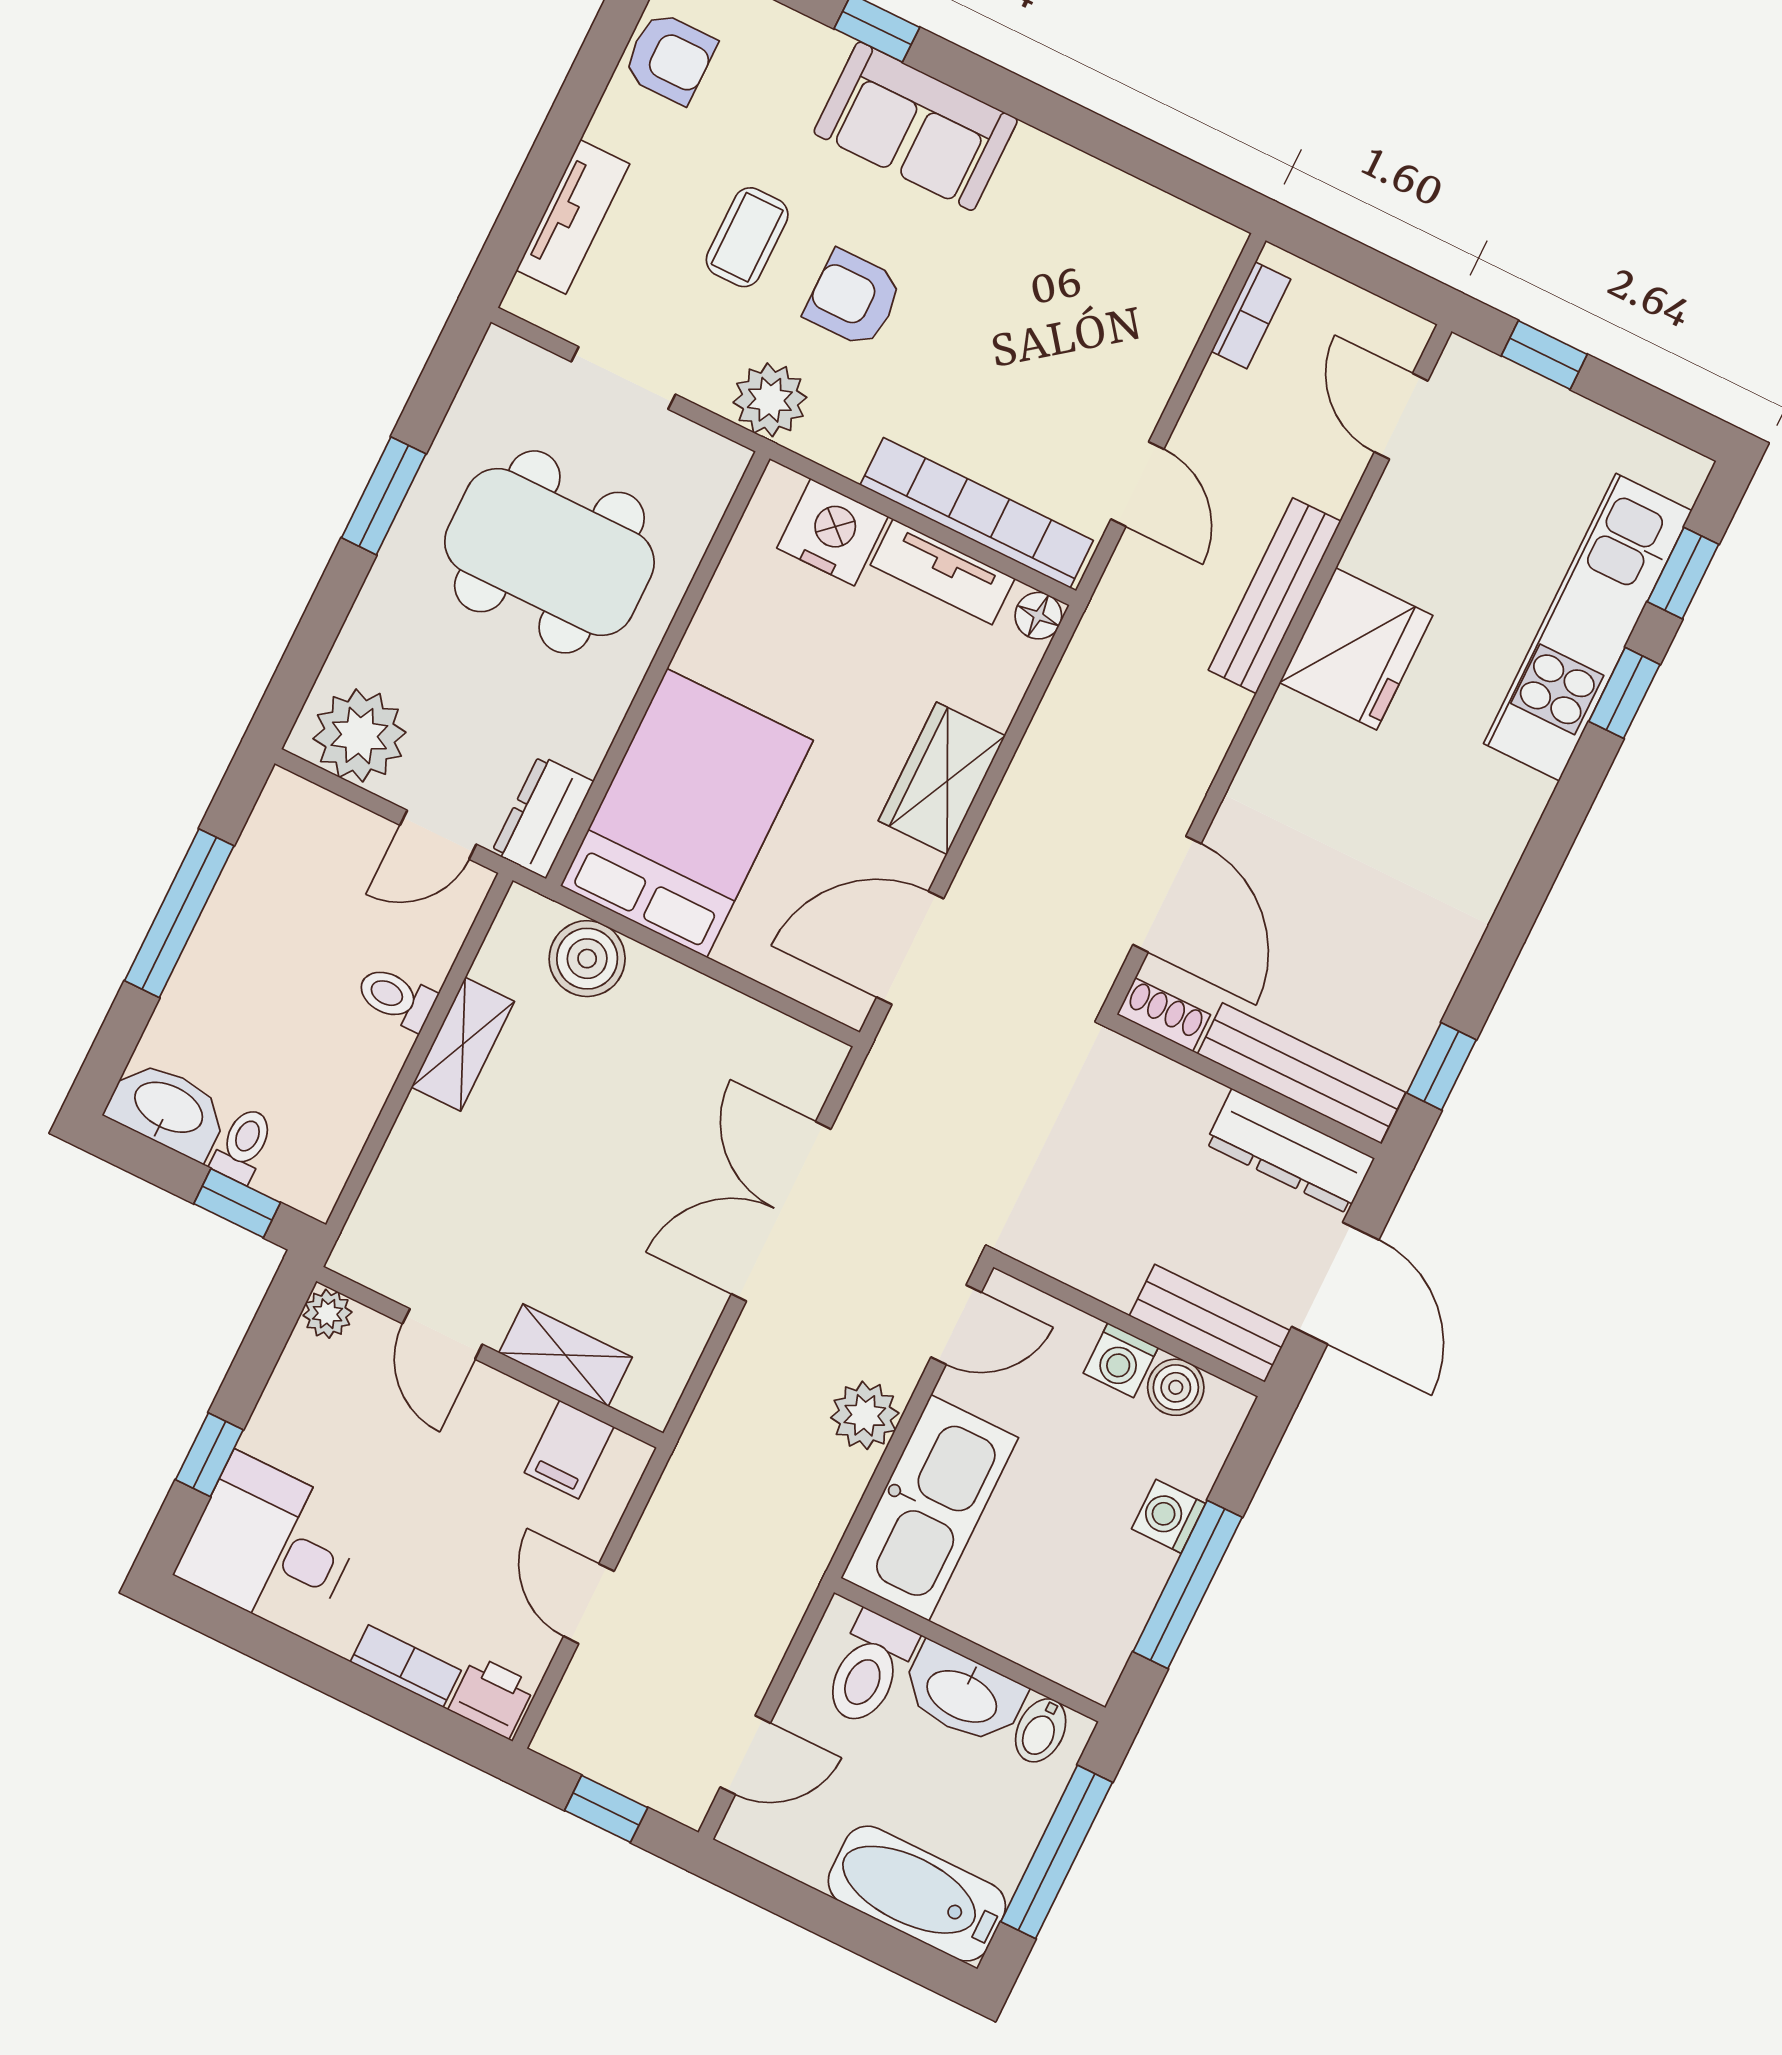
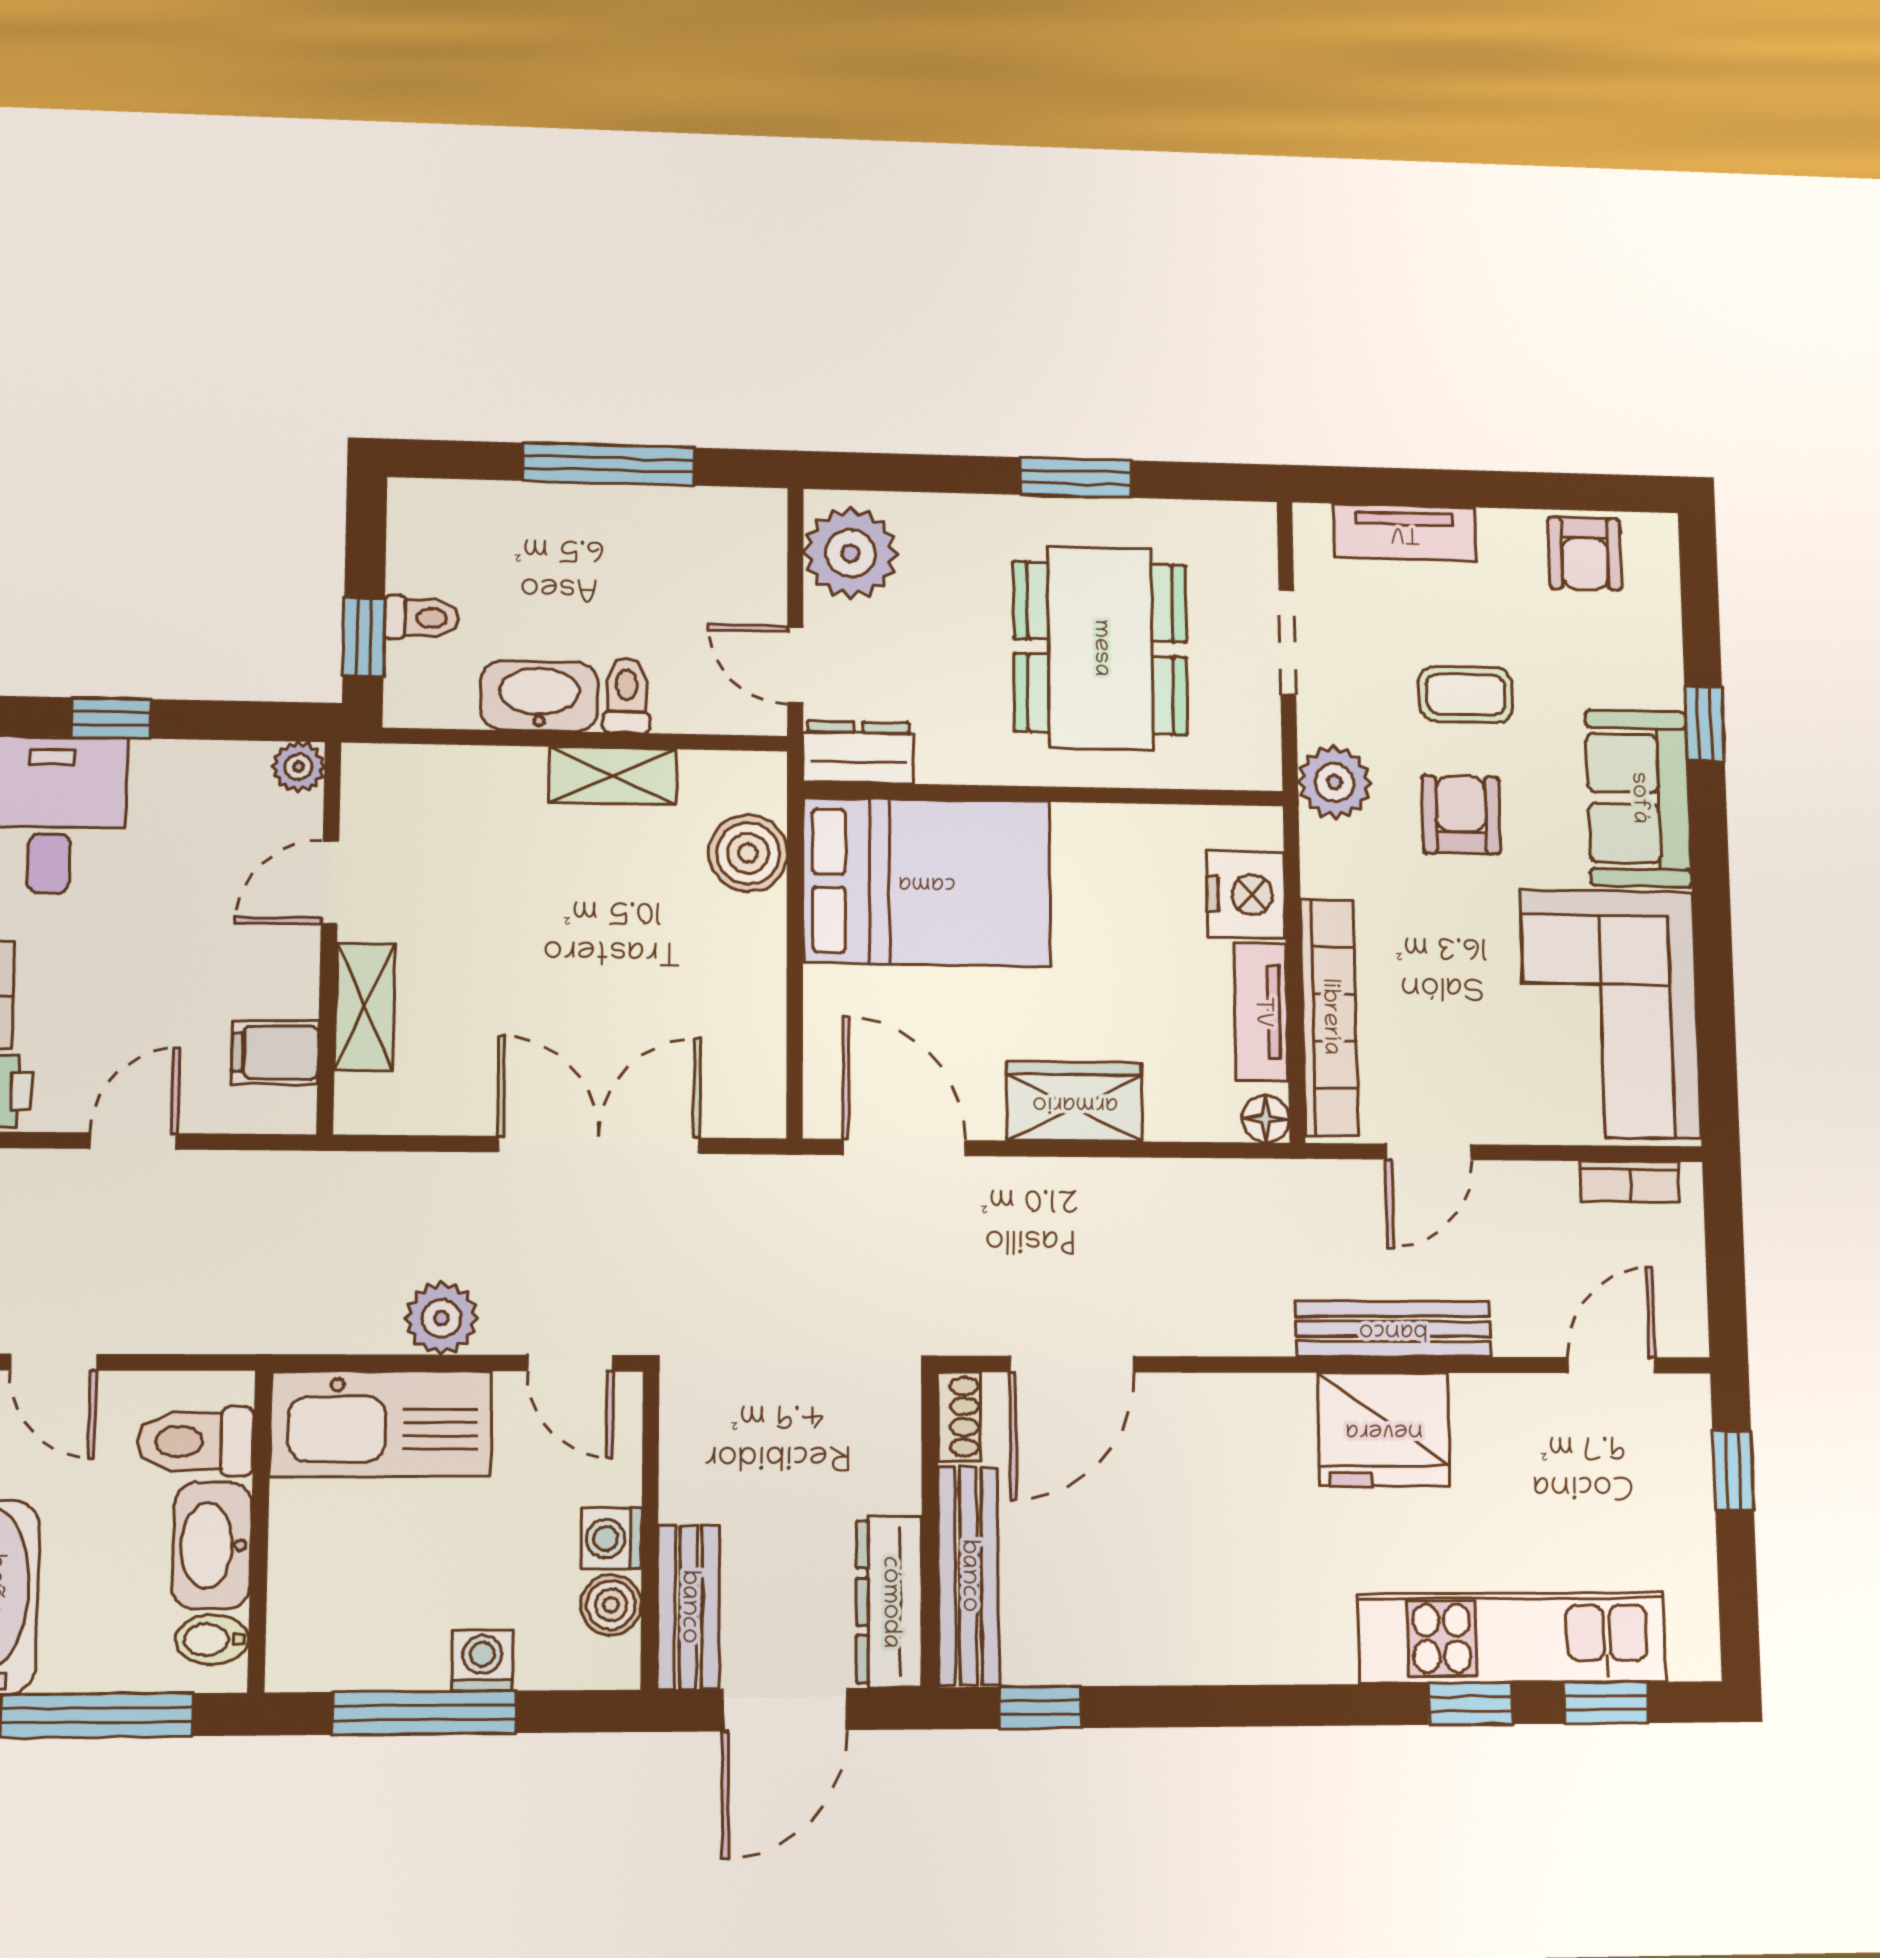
corner sofa: (1095, 255) -> (1611, 1014), added
washbasin: (168, 1109) -> (539, 696), moved, turned -90

